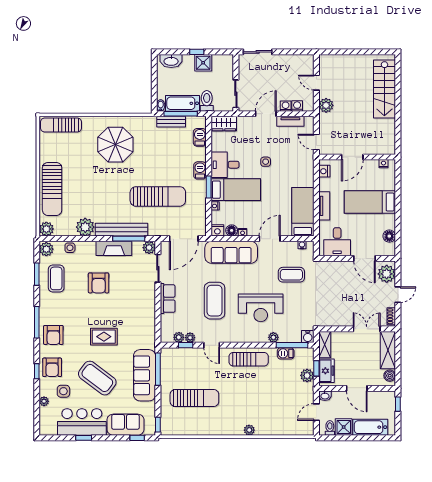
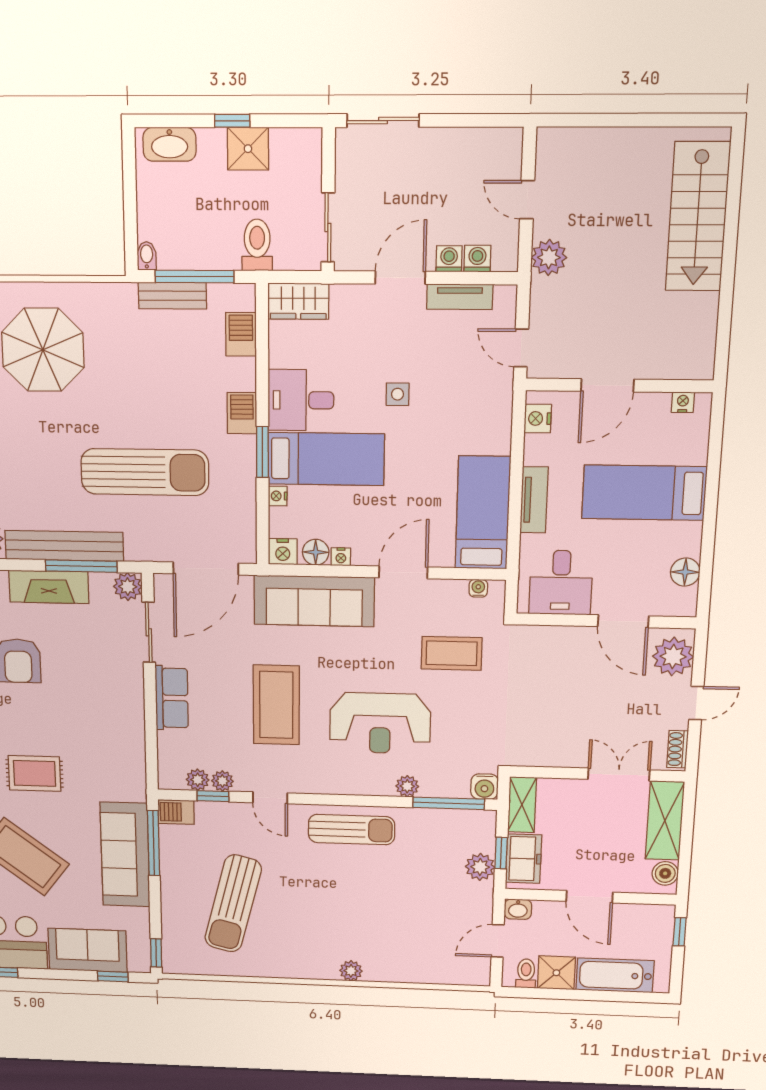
bathtub: (183, 103) -> (199, 251), removed
barbecue: (286, 353) -> (176, 812), moved
sun lounger: (194, 398) -> (233, 904), turned 104

